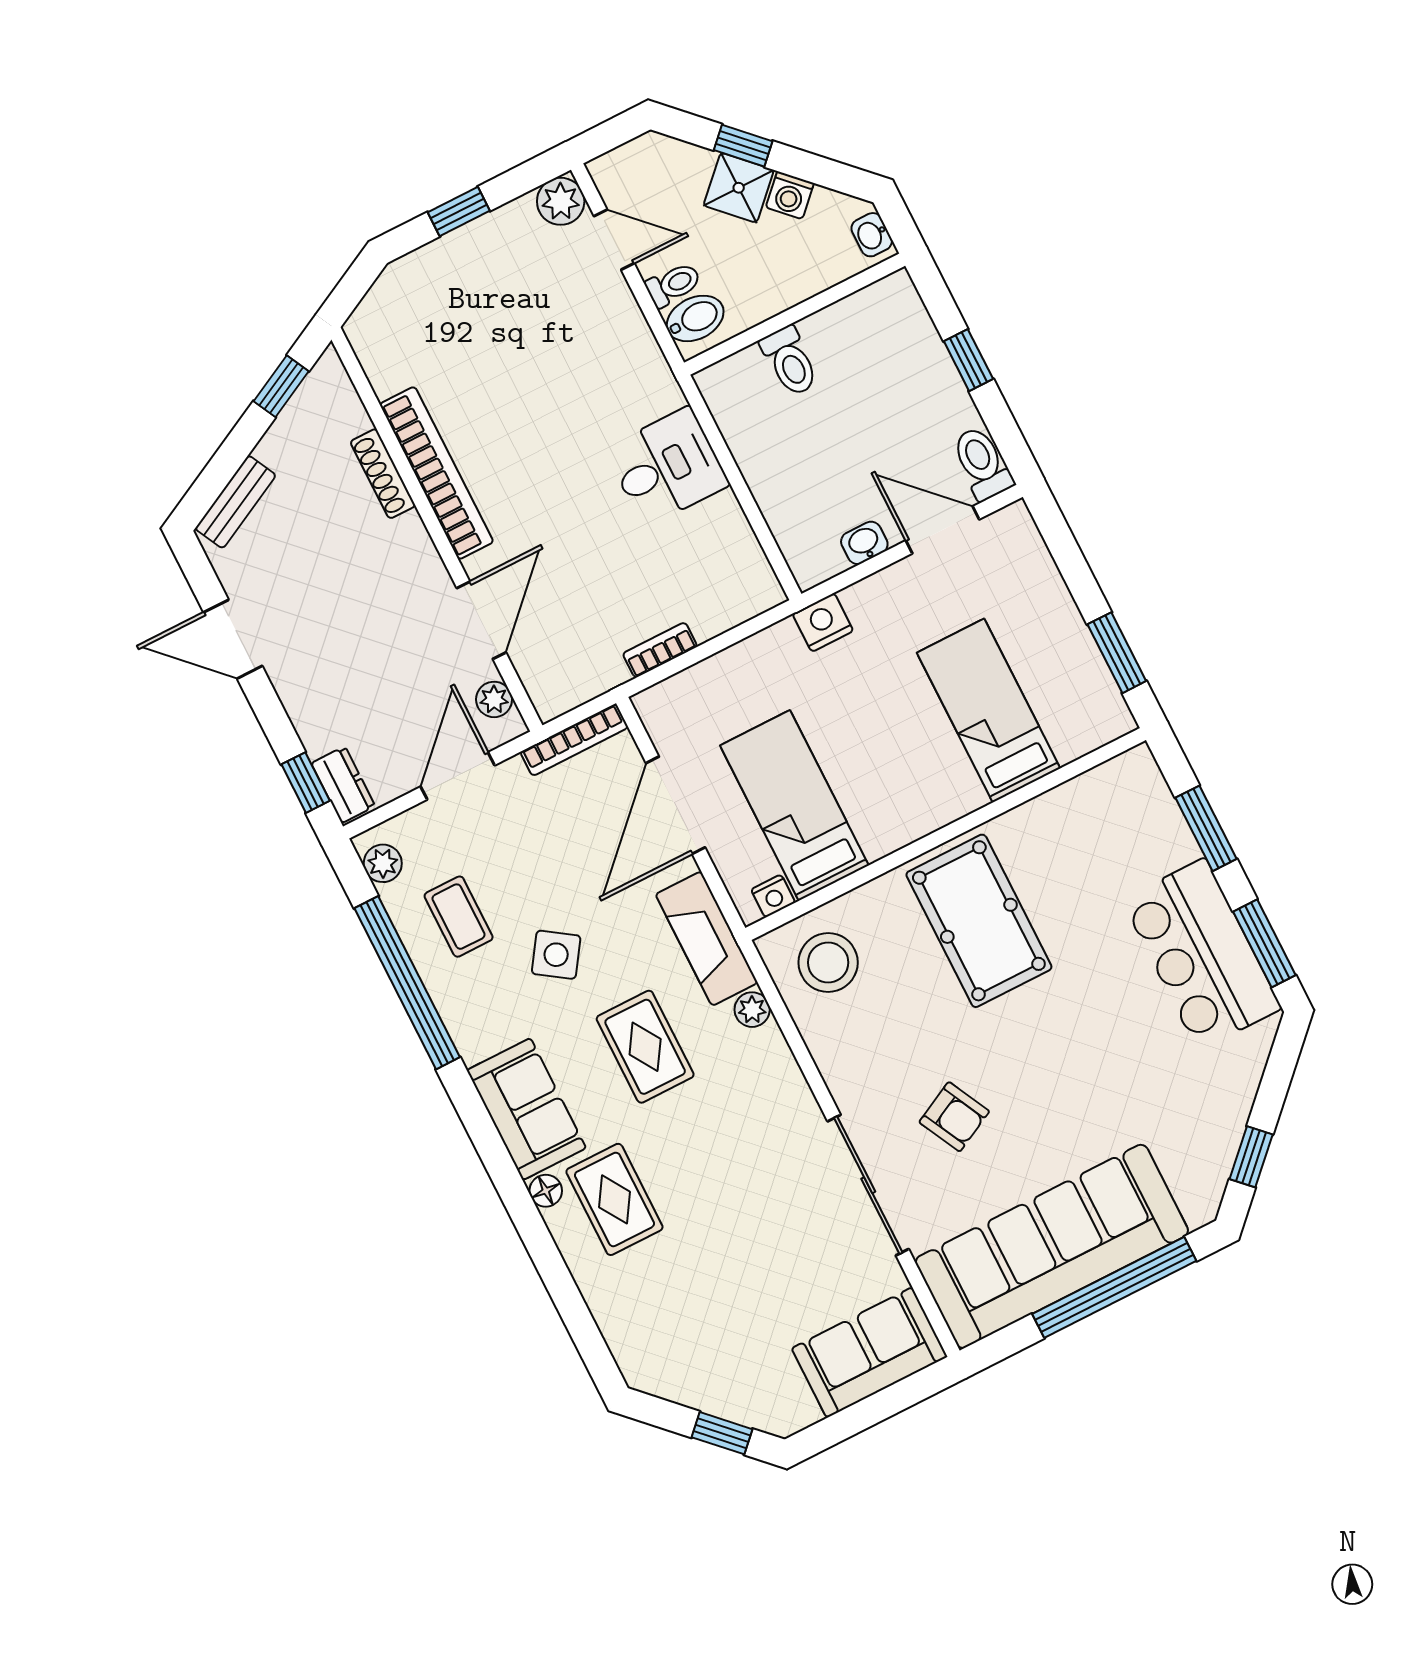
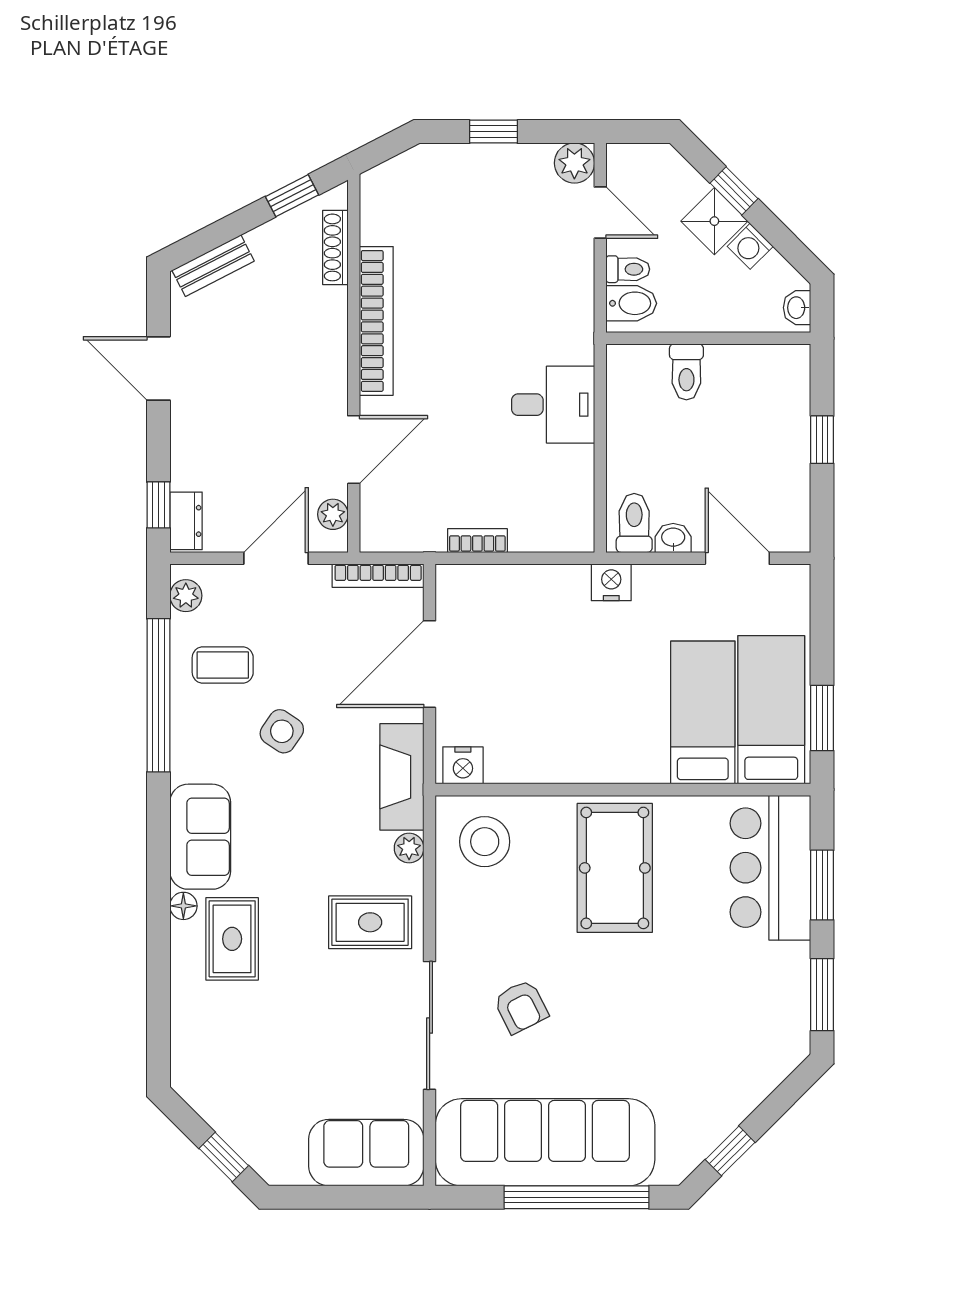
toilet: (982, 463) -> (634, 523), moved
shoe rack: (383, 474) -> (335, 247), moved
bed: (794, 805) -> (771, 710), moved
nightstand: (773, 896) -> (463, 765), width x1.39, depth x1.35
coffee table: (459, 917) -> (223, 665), turned 90
bar counter: (1202, 954) -> (770, 868), moved
rug: (645, 1047) -> (370, 922), moved, turned 90

